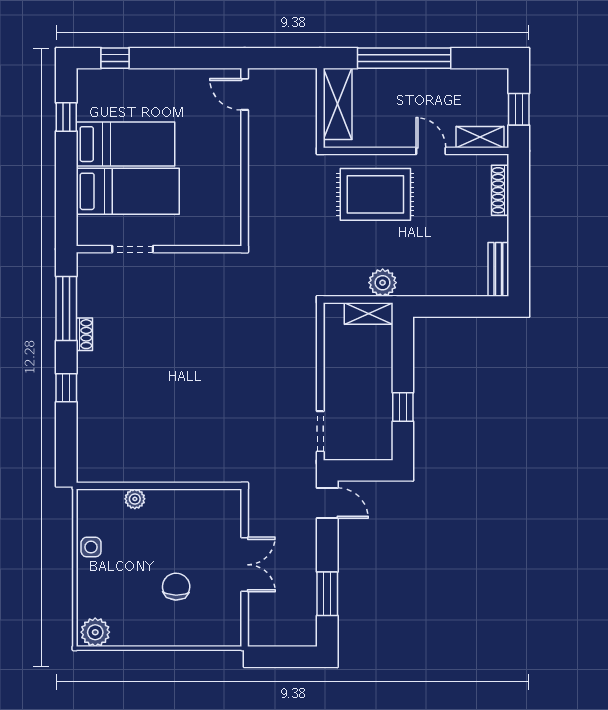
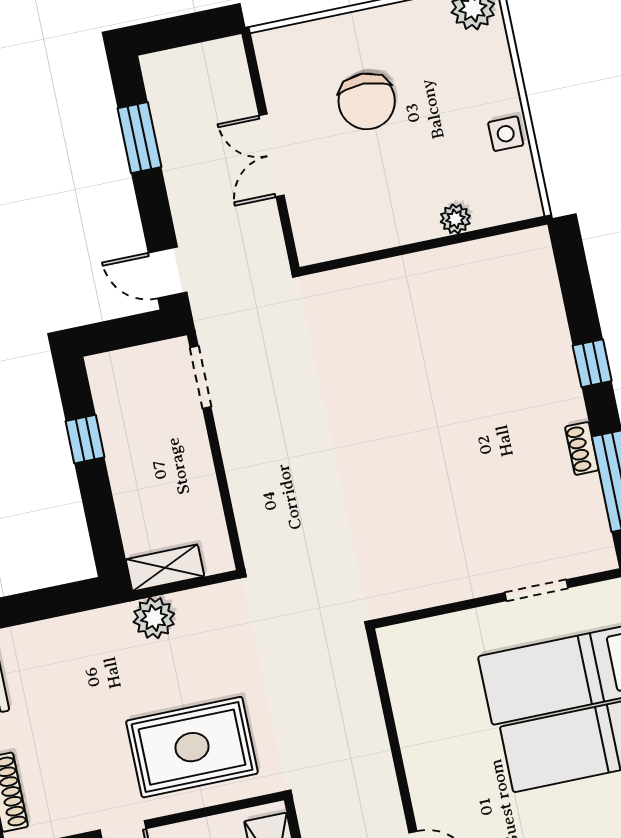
chair: (176, 587) -> (367, 101), width x1.37, depth x1.37

